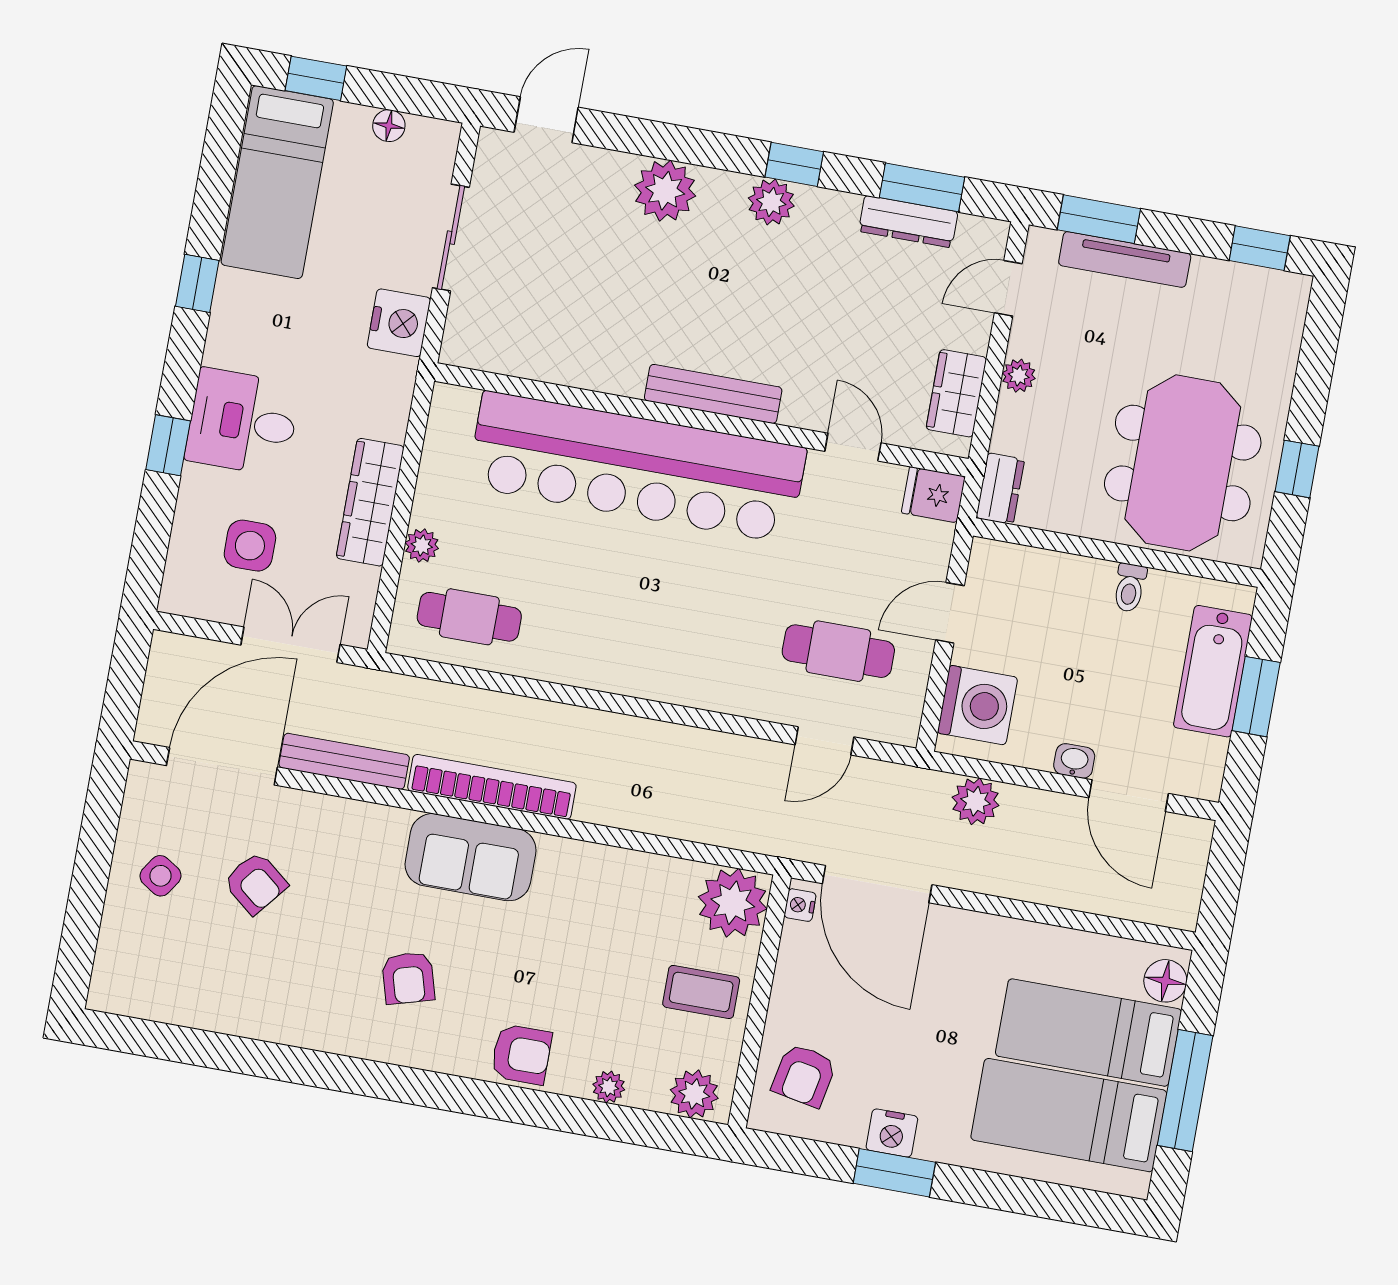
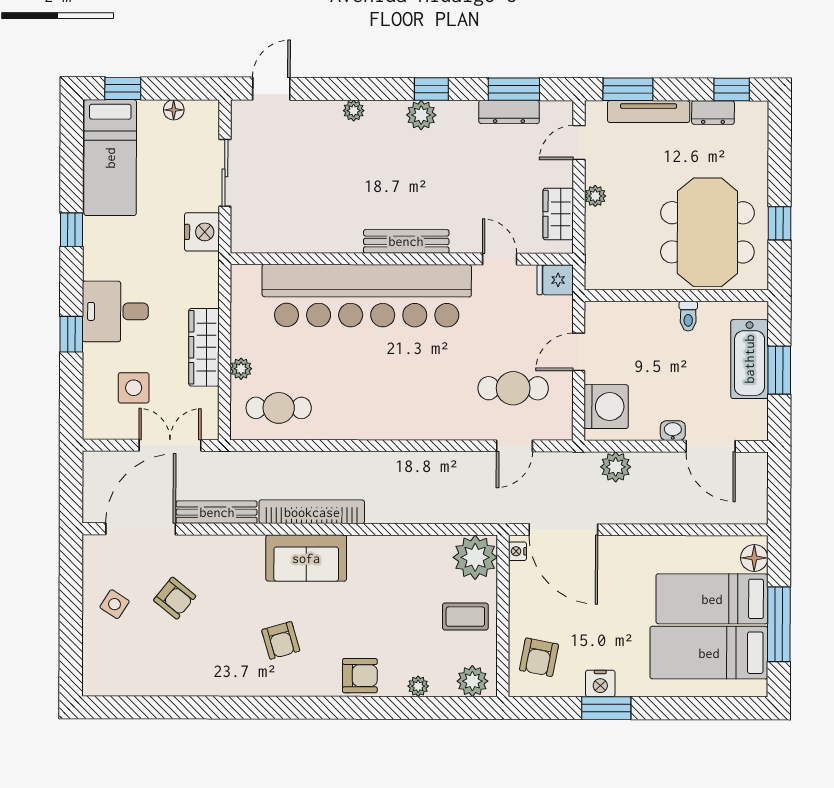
plant: (665, 191) -> (354, 111), width x0.53, depth x0.53
dresser: (1000, 489) -> (713, 113), moved, turned 90

